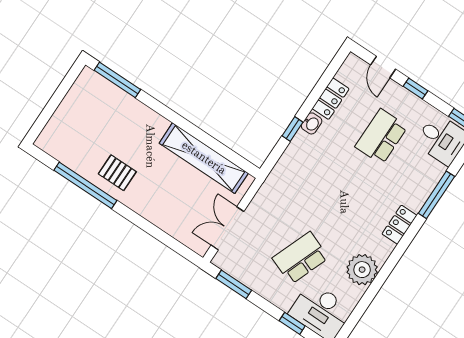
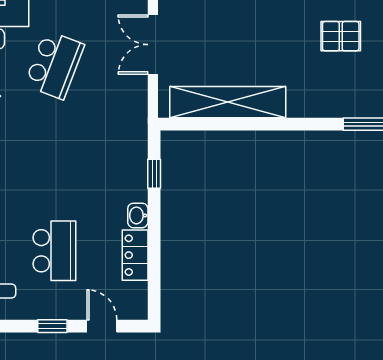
window: (292, 129) -> (154, 174), moved
pallet: (117, 173) -> (341, 36), moved
double door: (227, 228) -> (153, 45), swing flipped

